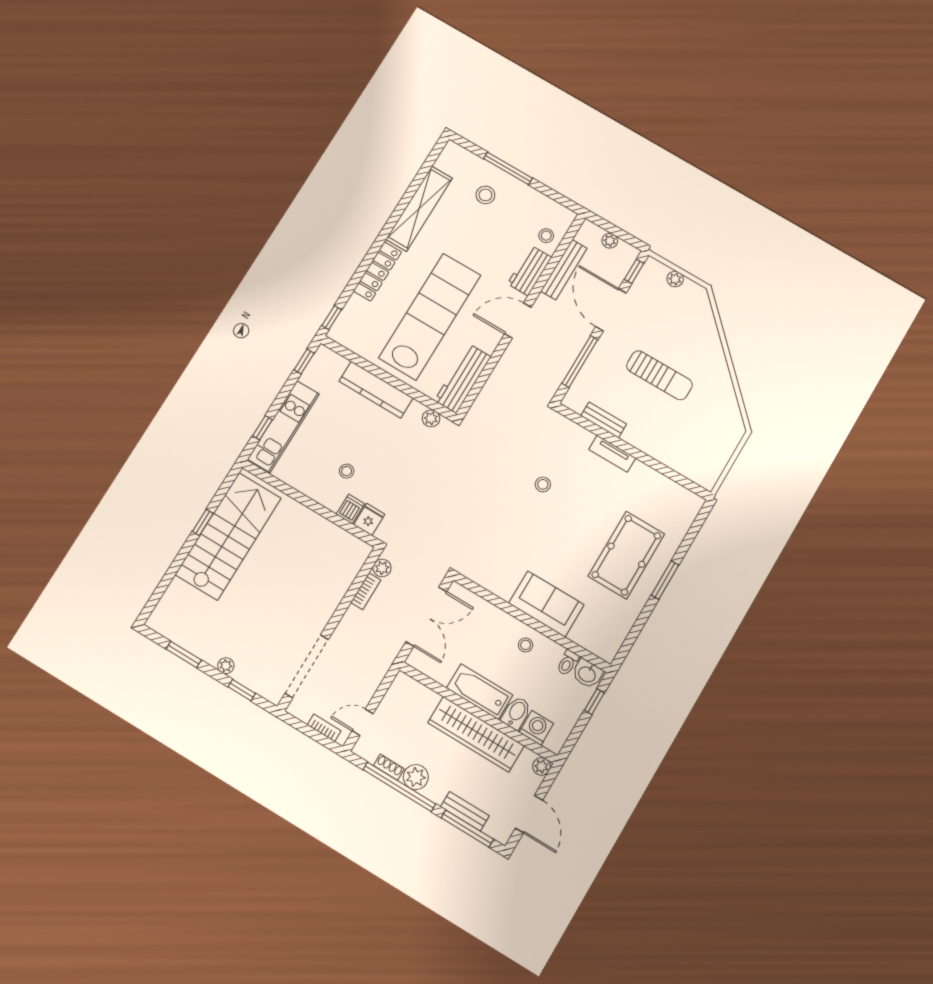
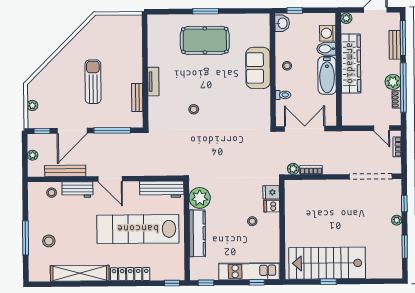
plant: (431, 418) -> (200, 198), width x1.87, depth x1.87
toilet: (568, 663) -> (283, 95), moved

